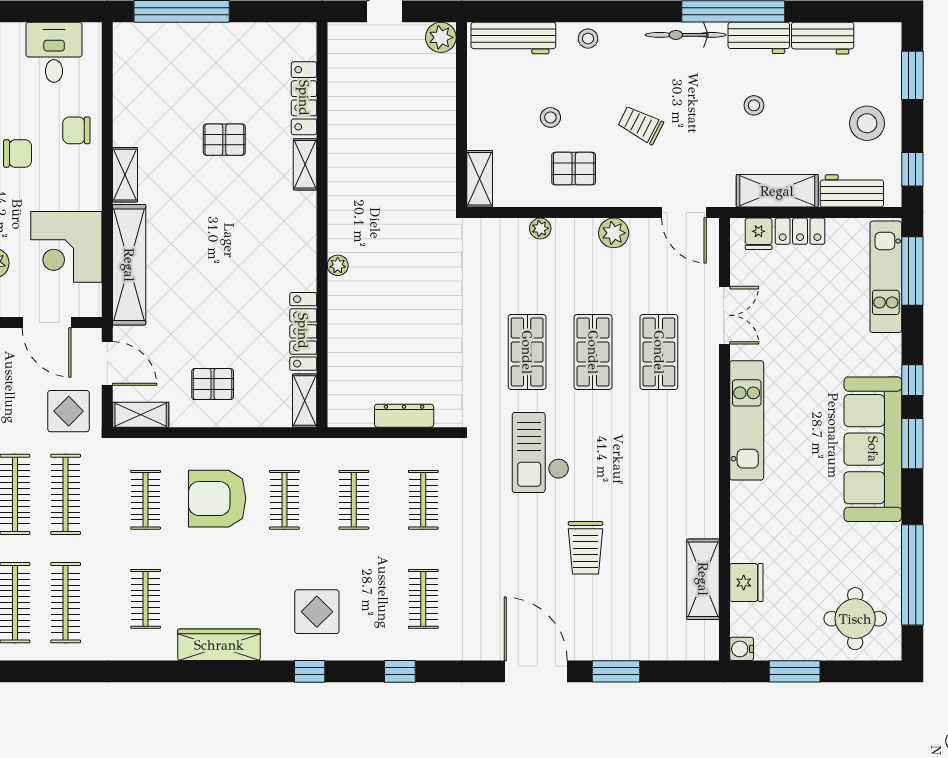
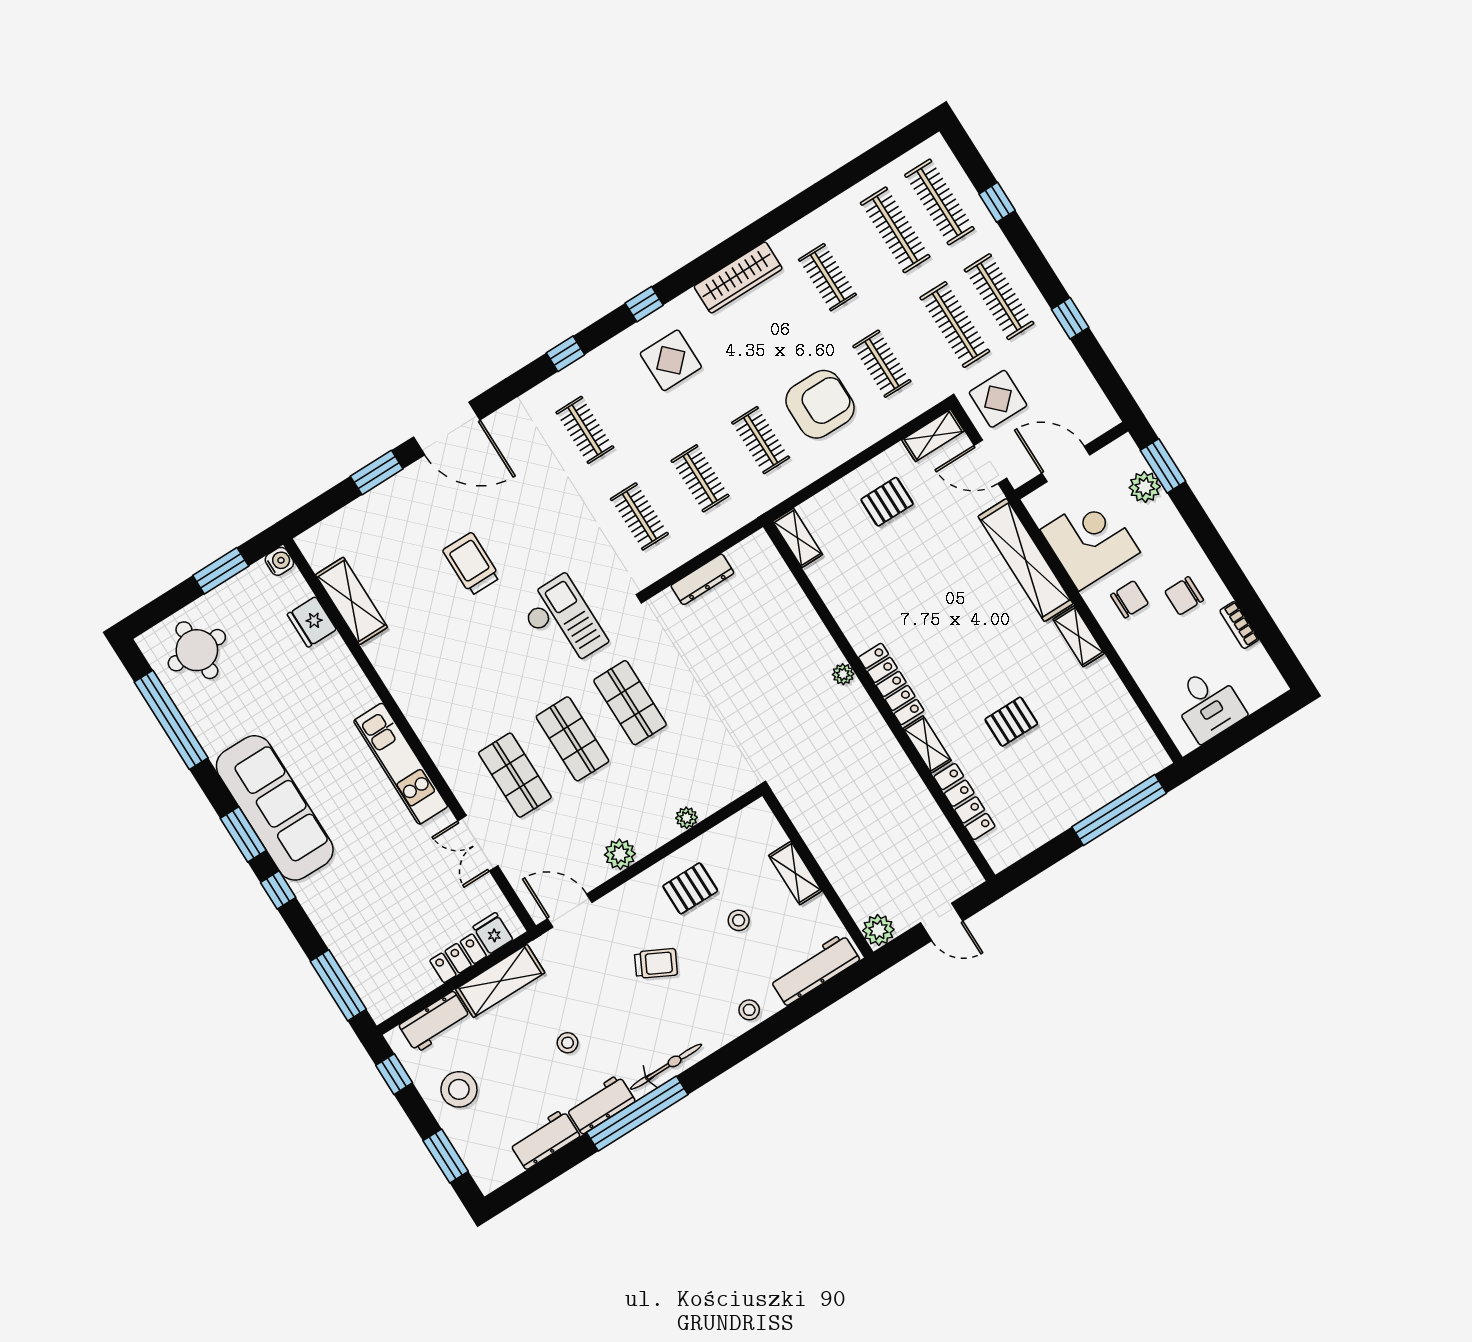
chair: (76, 130) -> (1129, 599), moved
shelving: (480, 179) -> (795, 873), moved
kitchen unit: (886, 277) -> (358, 966), removed
locker: (303, 331) -> (891, 684), moved

